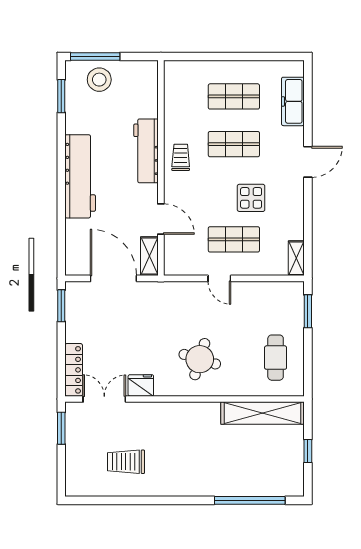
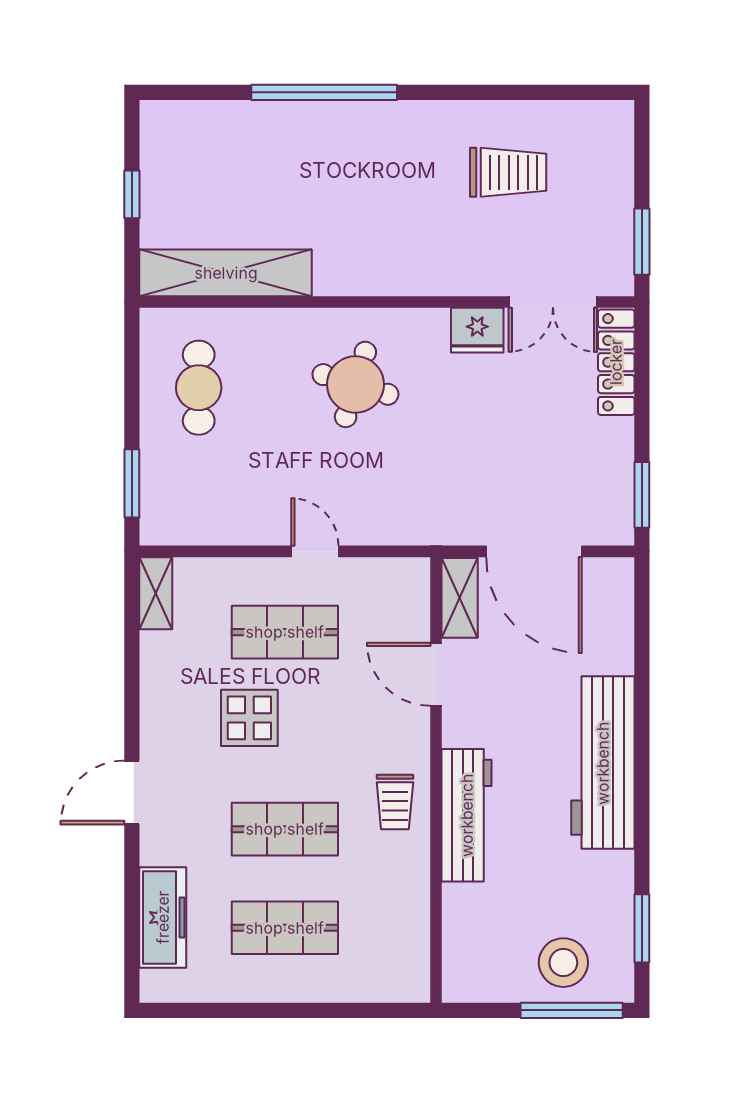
window: (250, 500) -> (324, 92), moved

